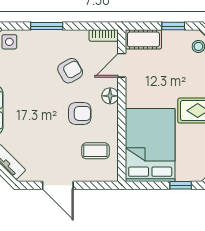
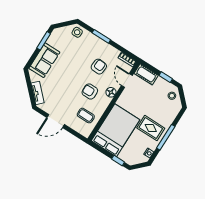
door: (122, 65) -> (127, 80), hinge flipped
armchair: (70, 71) -> (99, 67), turned -57
armchair: (80, 113) -> (90, 91), turned 180
door: (58, 185) -> (56, 121), hinge flipped

